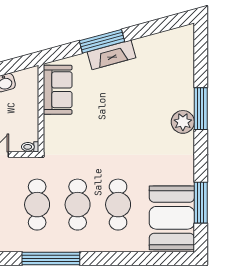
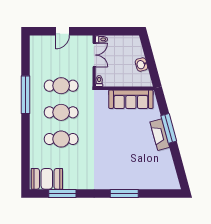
sofa: (58, 90) -> (131, 99), width x1.36
plant: (183, 122) -> (116, 182), removed
booth: (172, 218) -> (47, 179), width x0.73, depth x0.70

